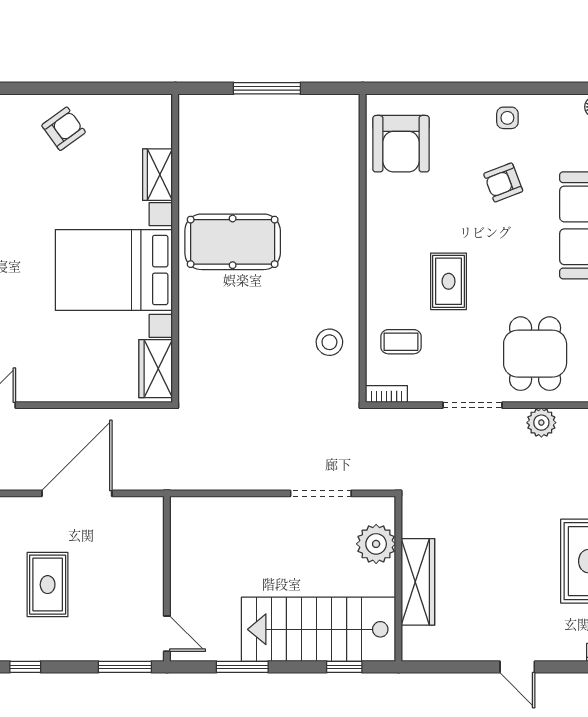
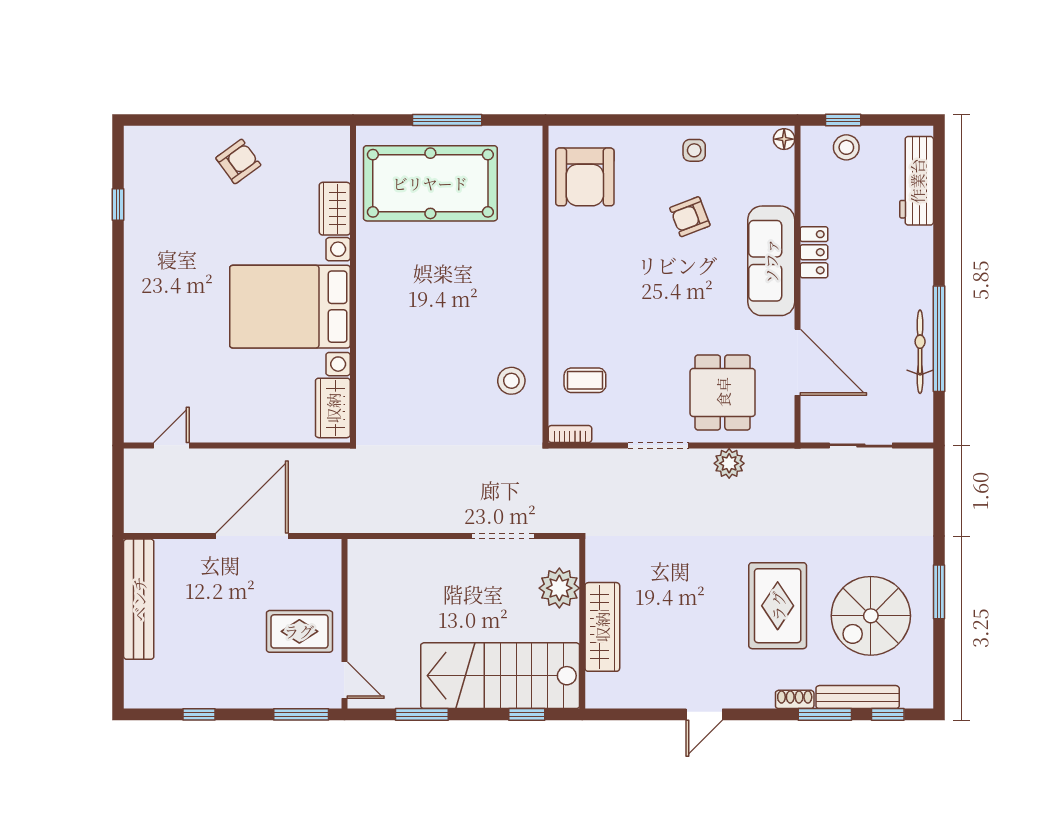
pool table: (233, 242) -> (430, 183), moved, width x1.36, depth x1.32
rug: (449, 281) -> (634, 318), removed
rug: (48, 585) -> (299, 631), moved, turned 90
door: (517, 667) -> (704, 714), hinge flipped

